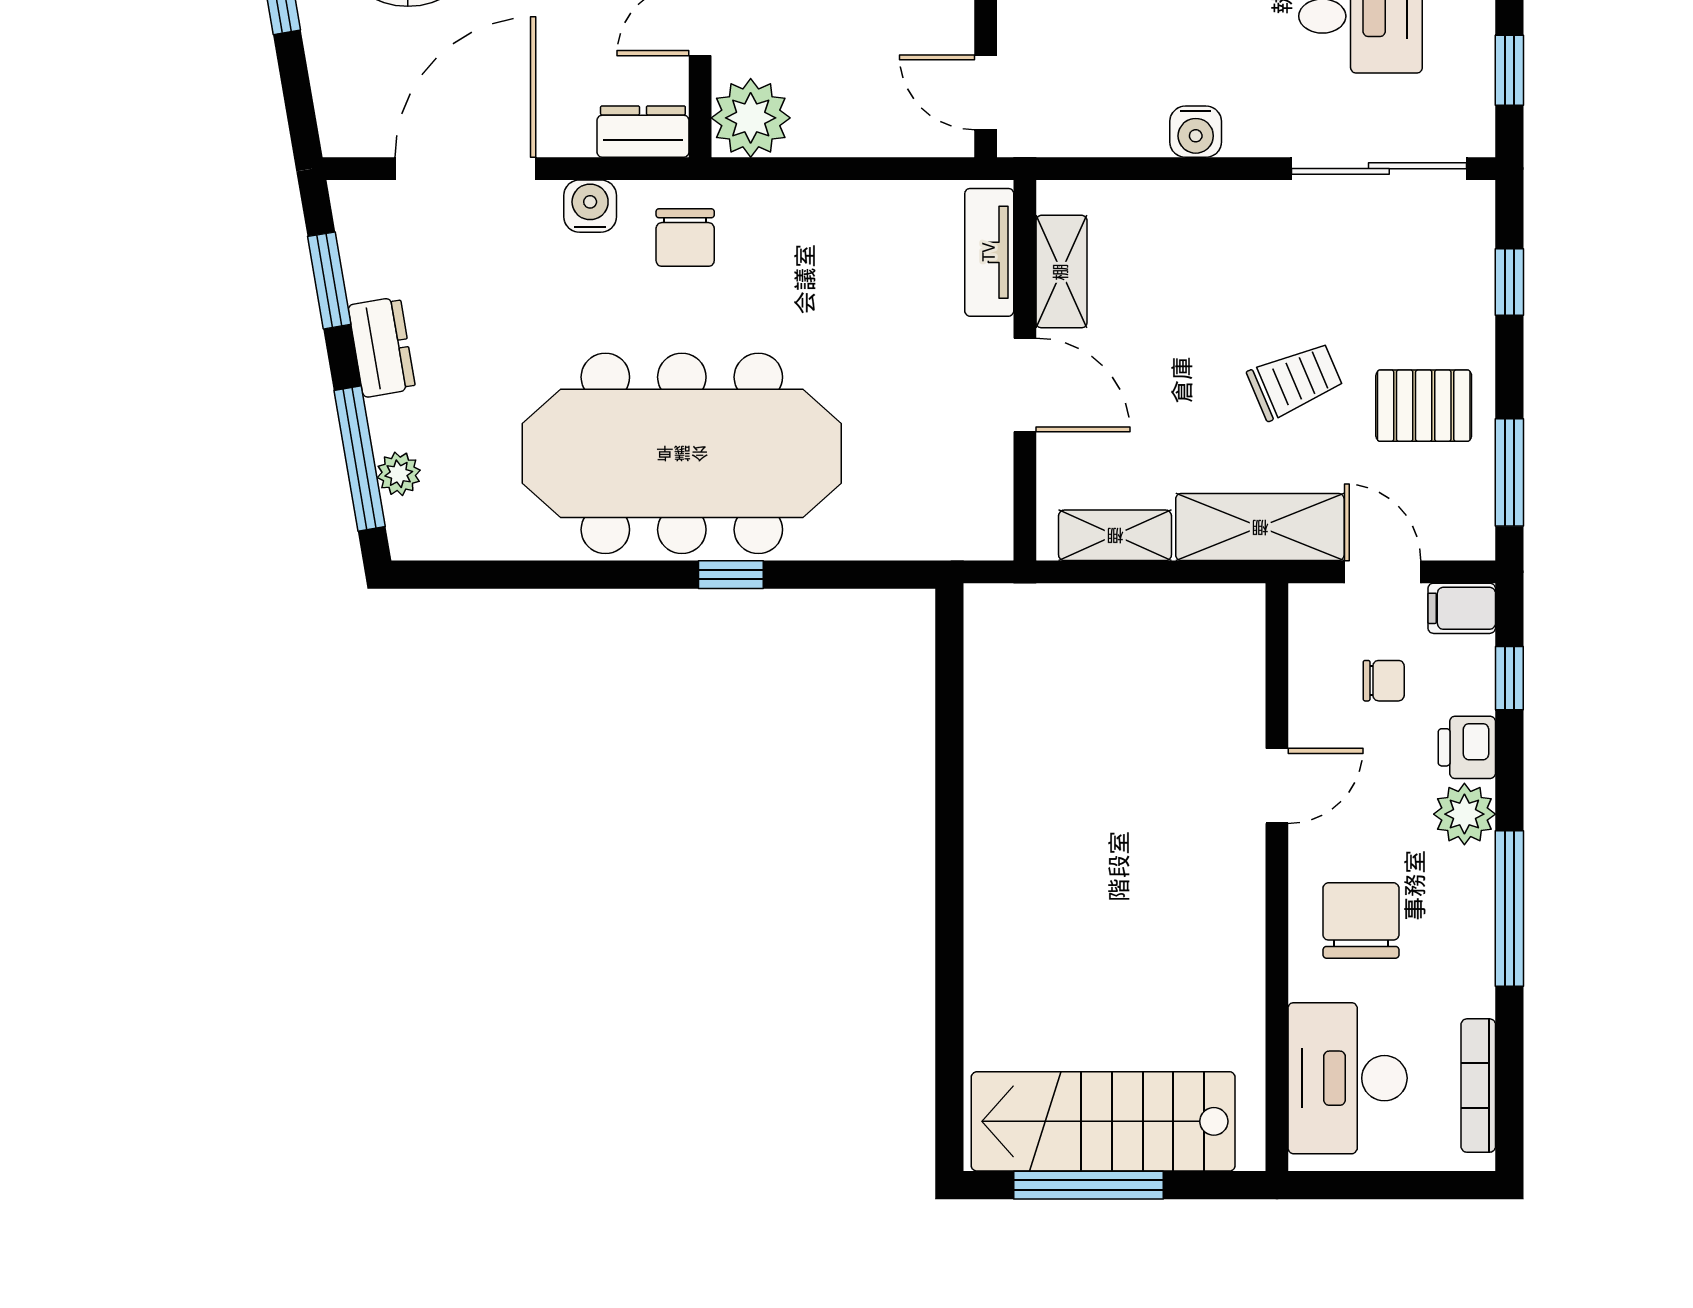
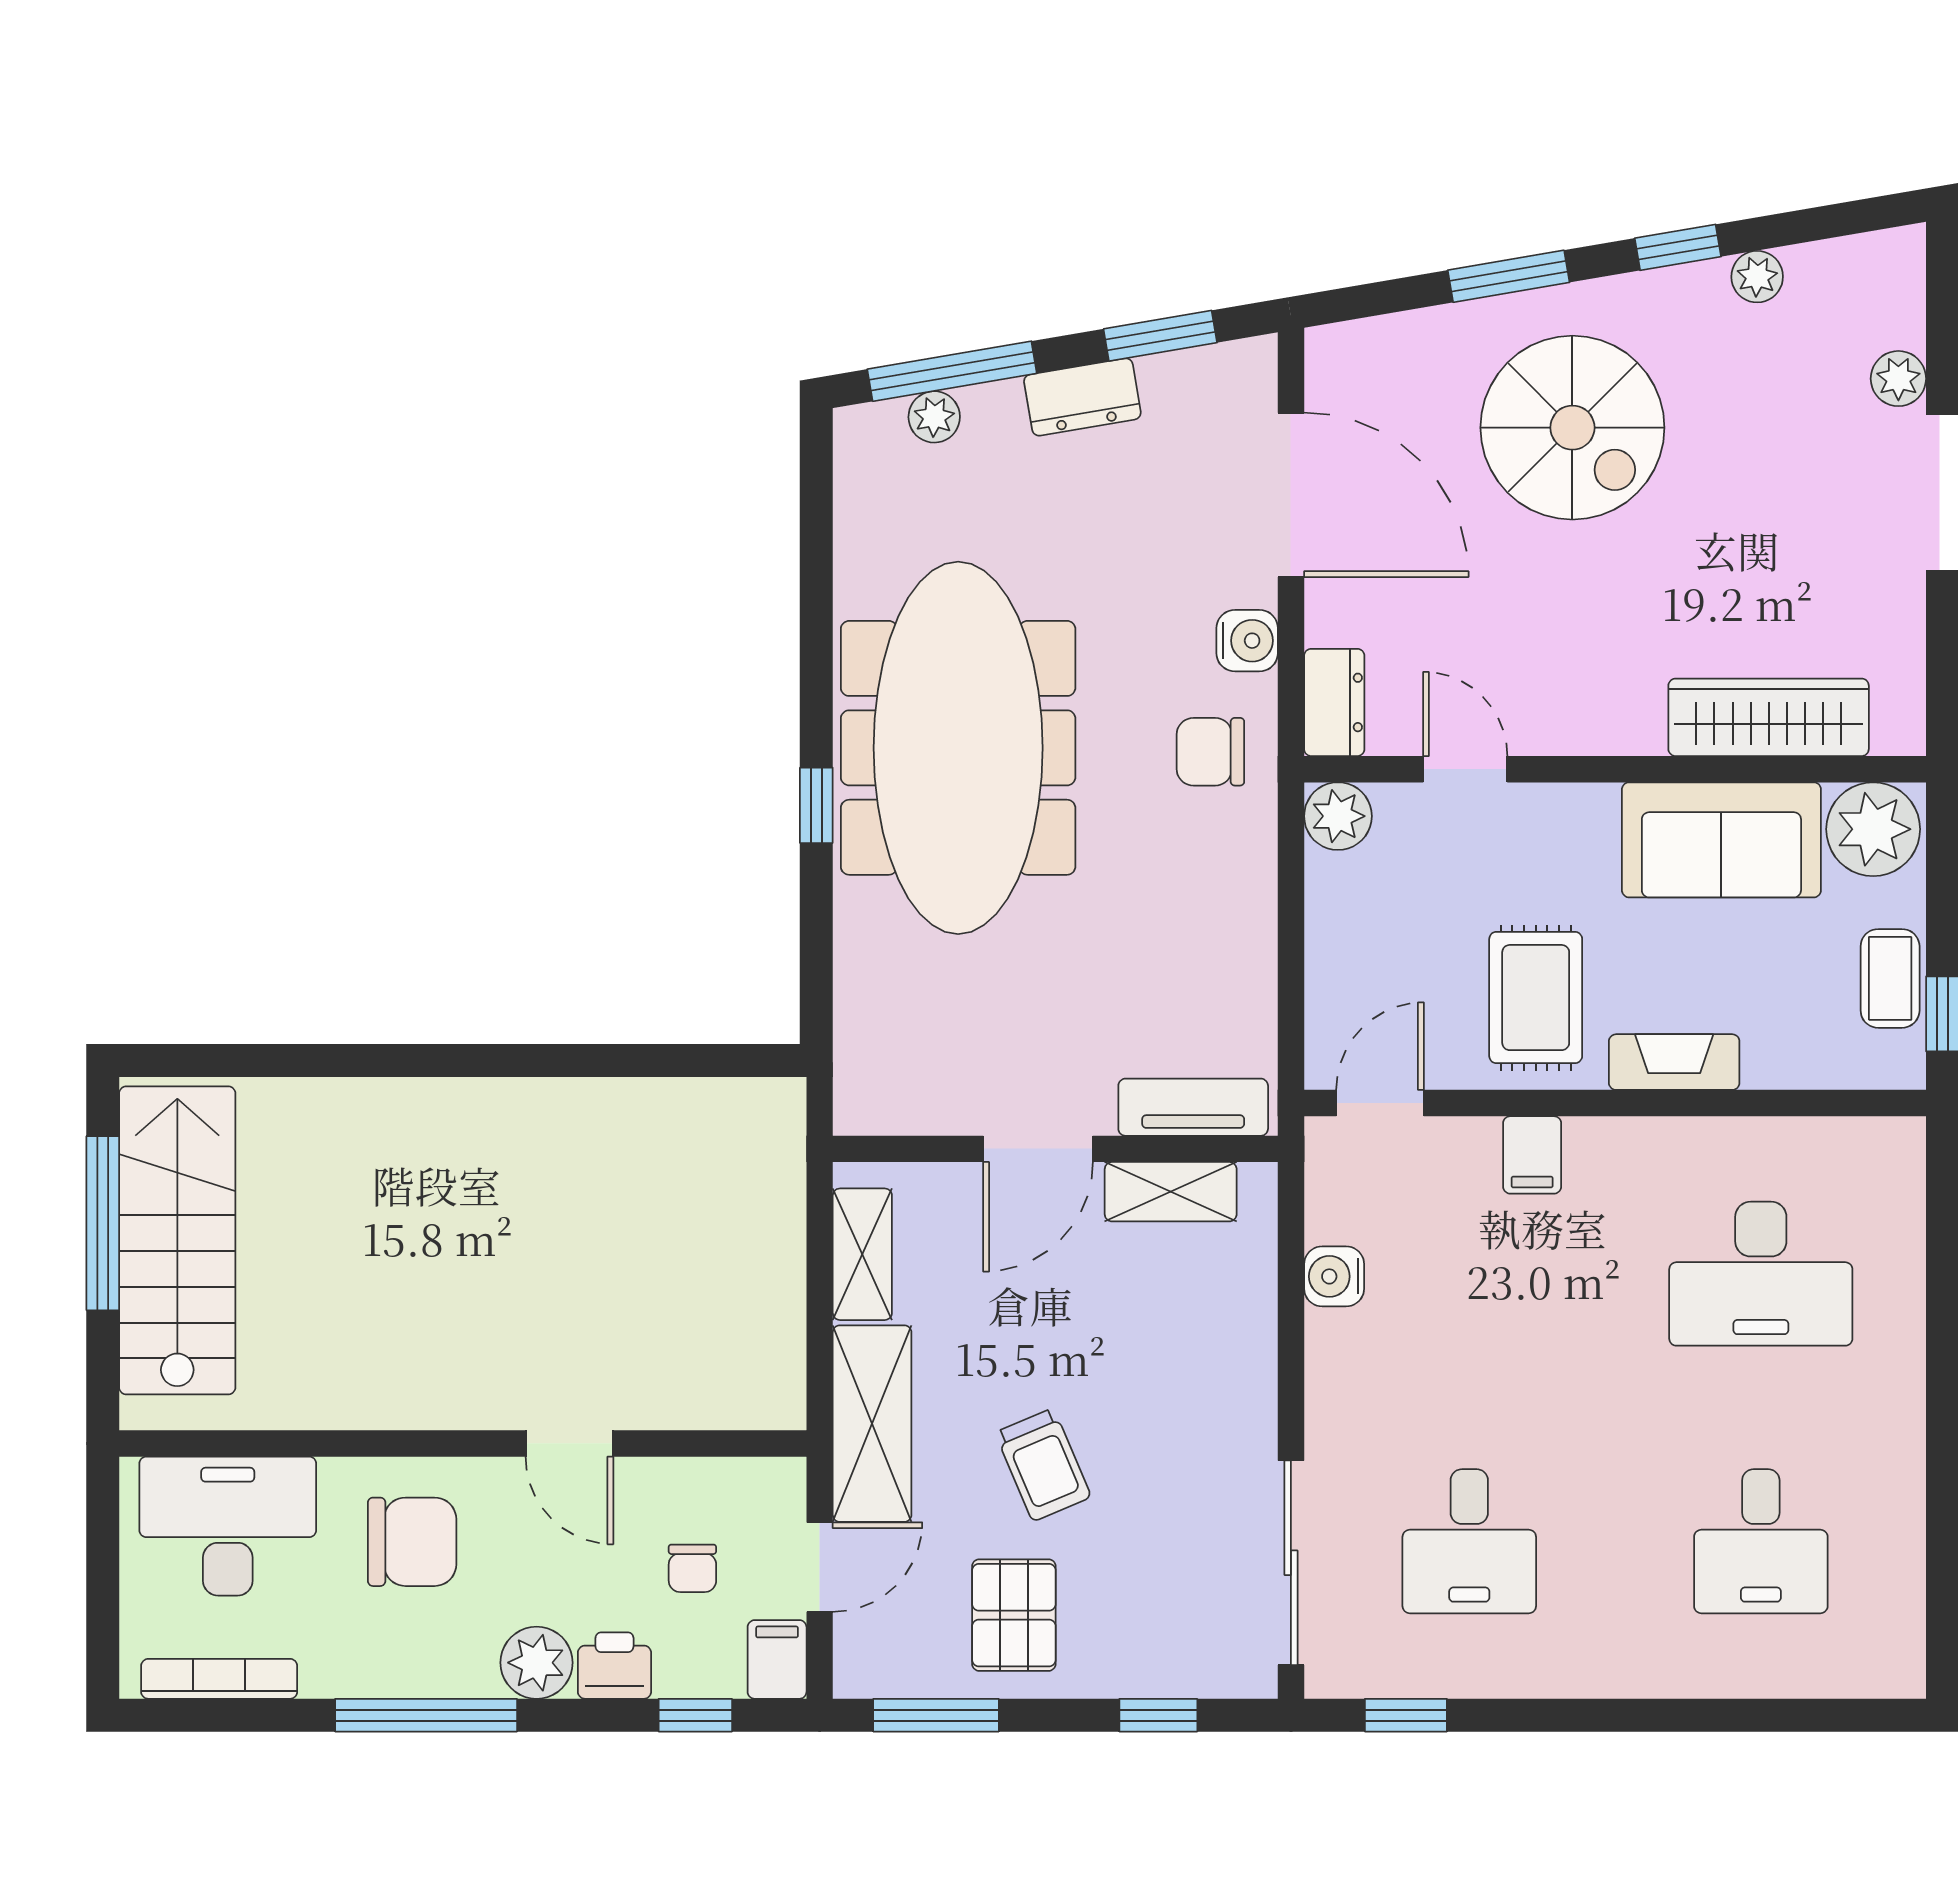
plant: (751, 118) -> (1338, 816), width x0.73, depth x0.73
water cooler: (1196, 132) -> (1334, 1276), moved

